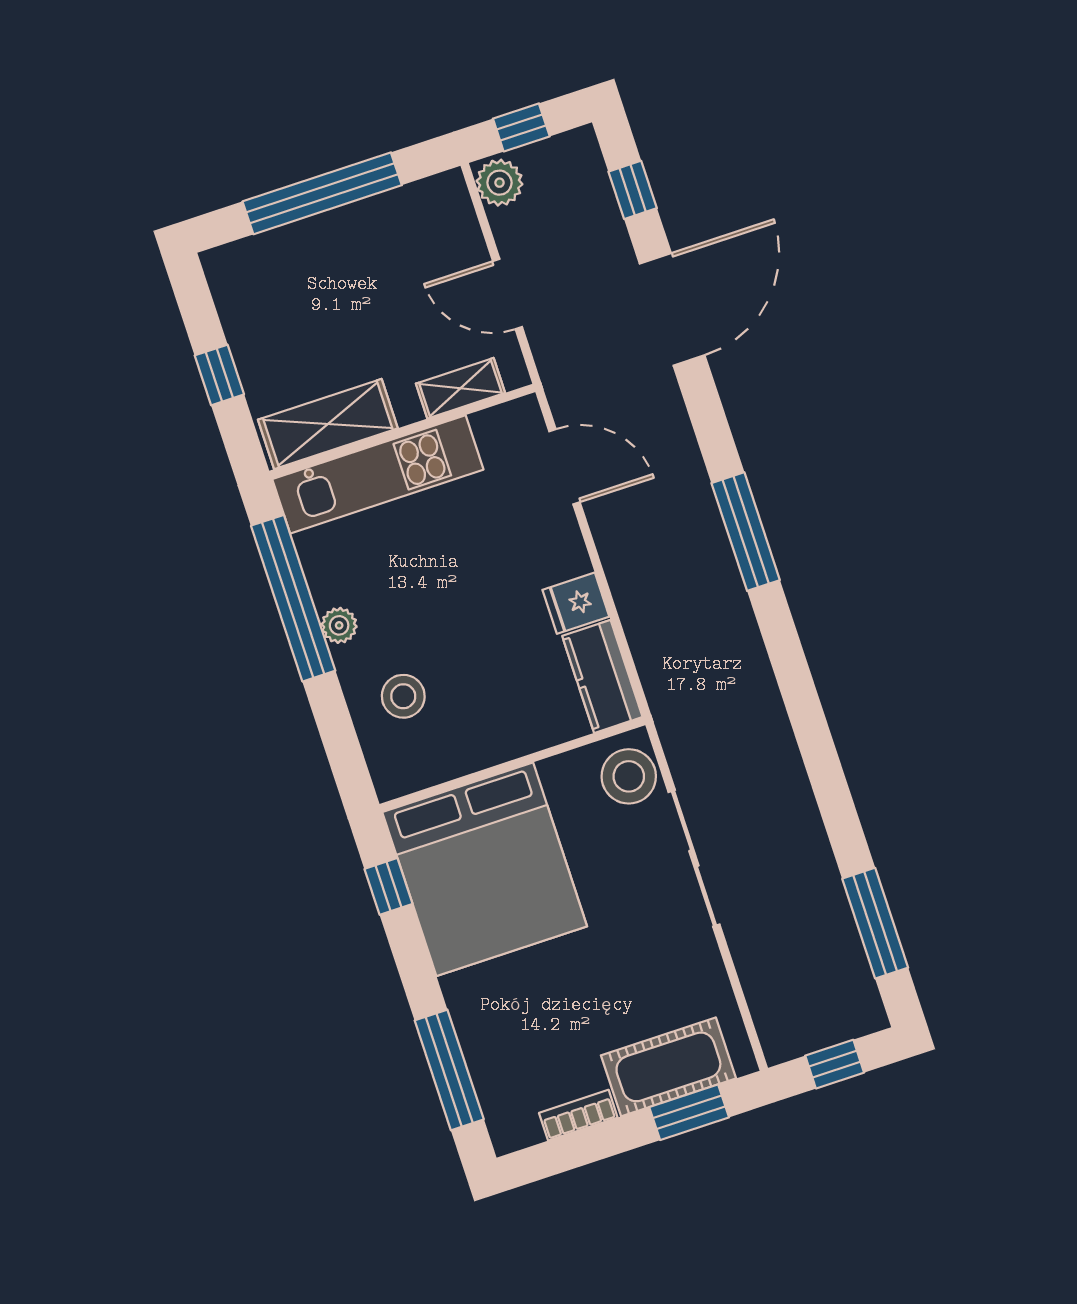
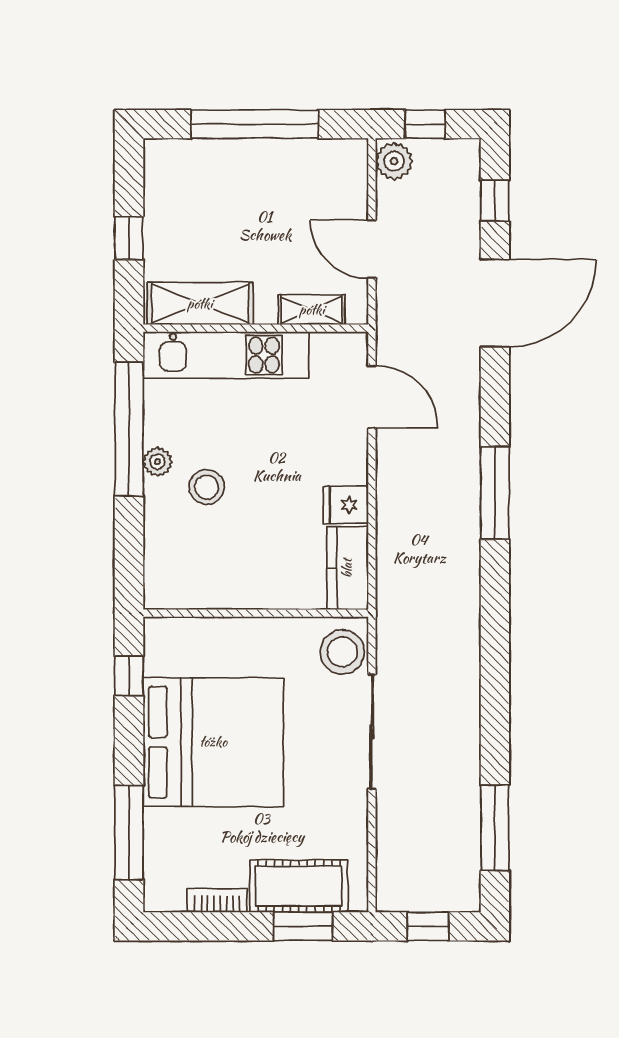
stool: (403, 696) -> (207, 487), moved
bed: (485, 869) -> (213, 742), moved, turned -90

